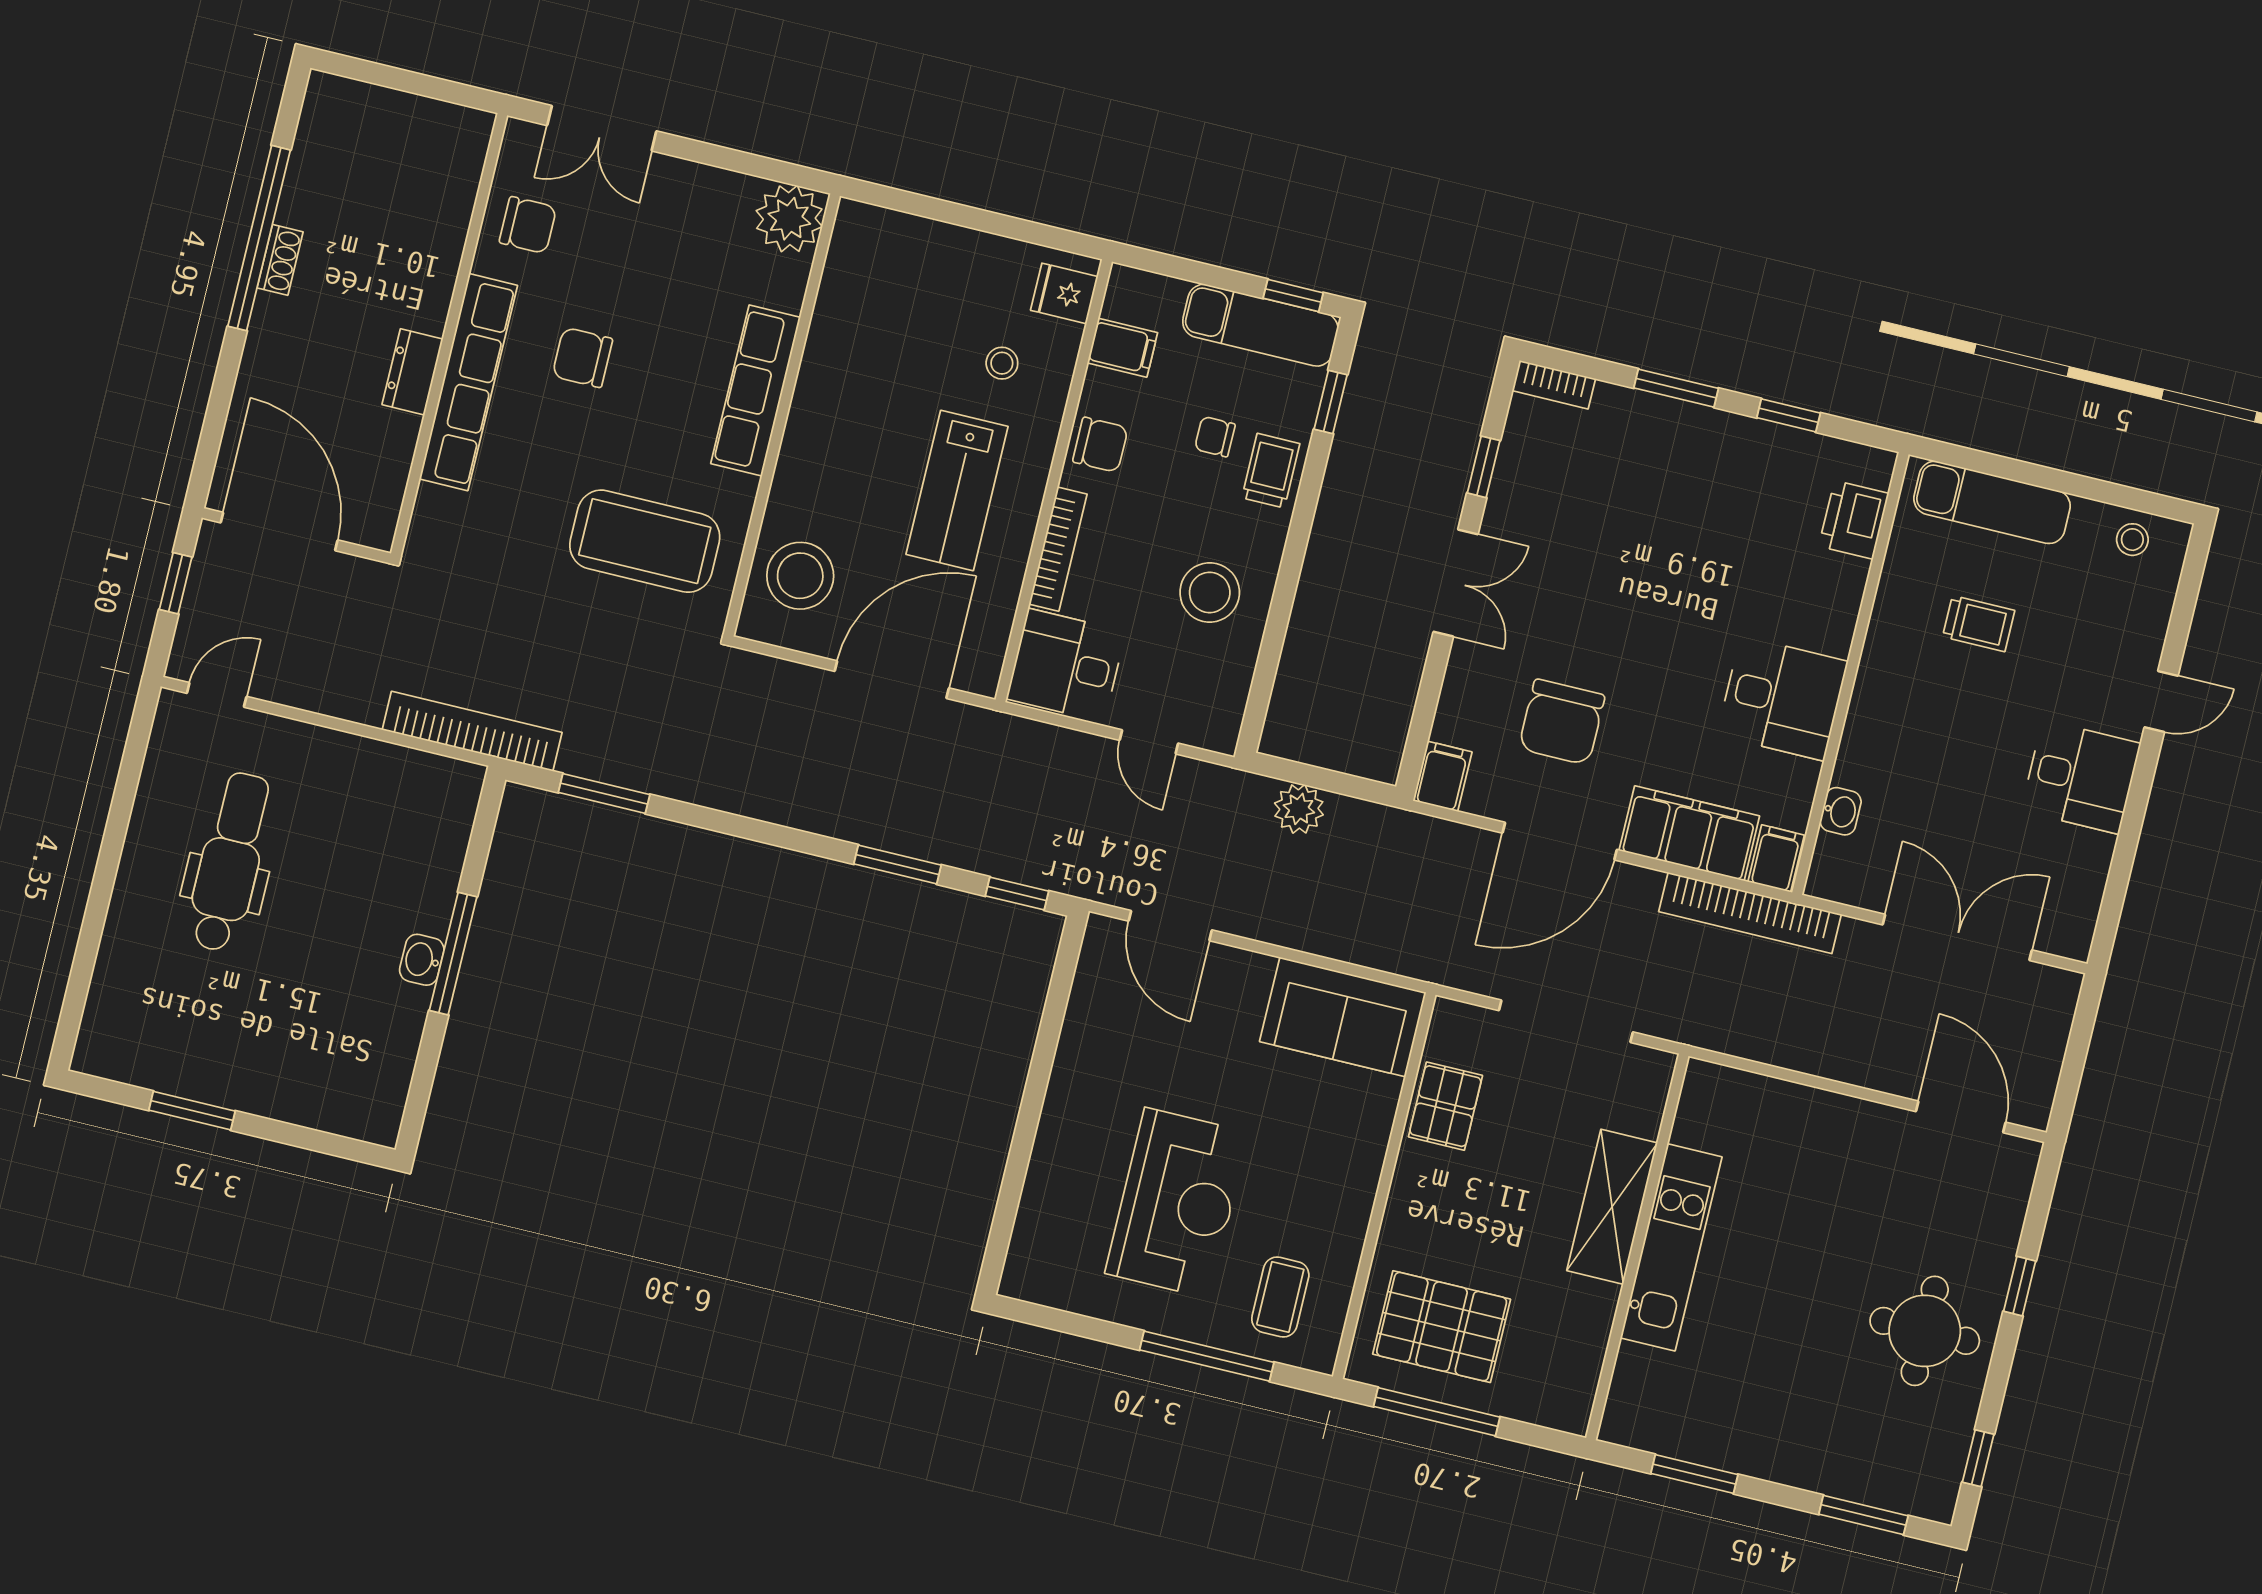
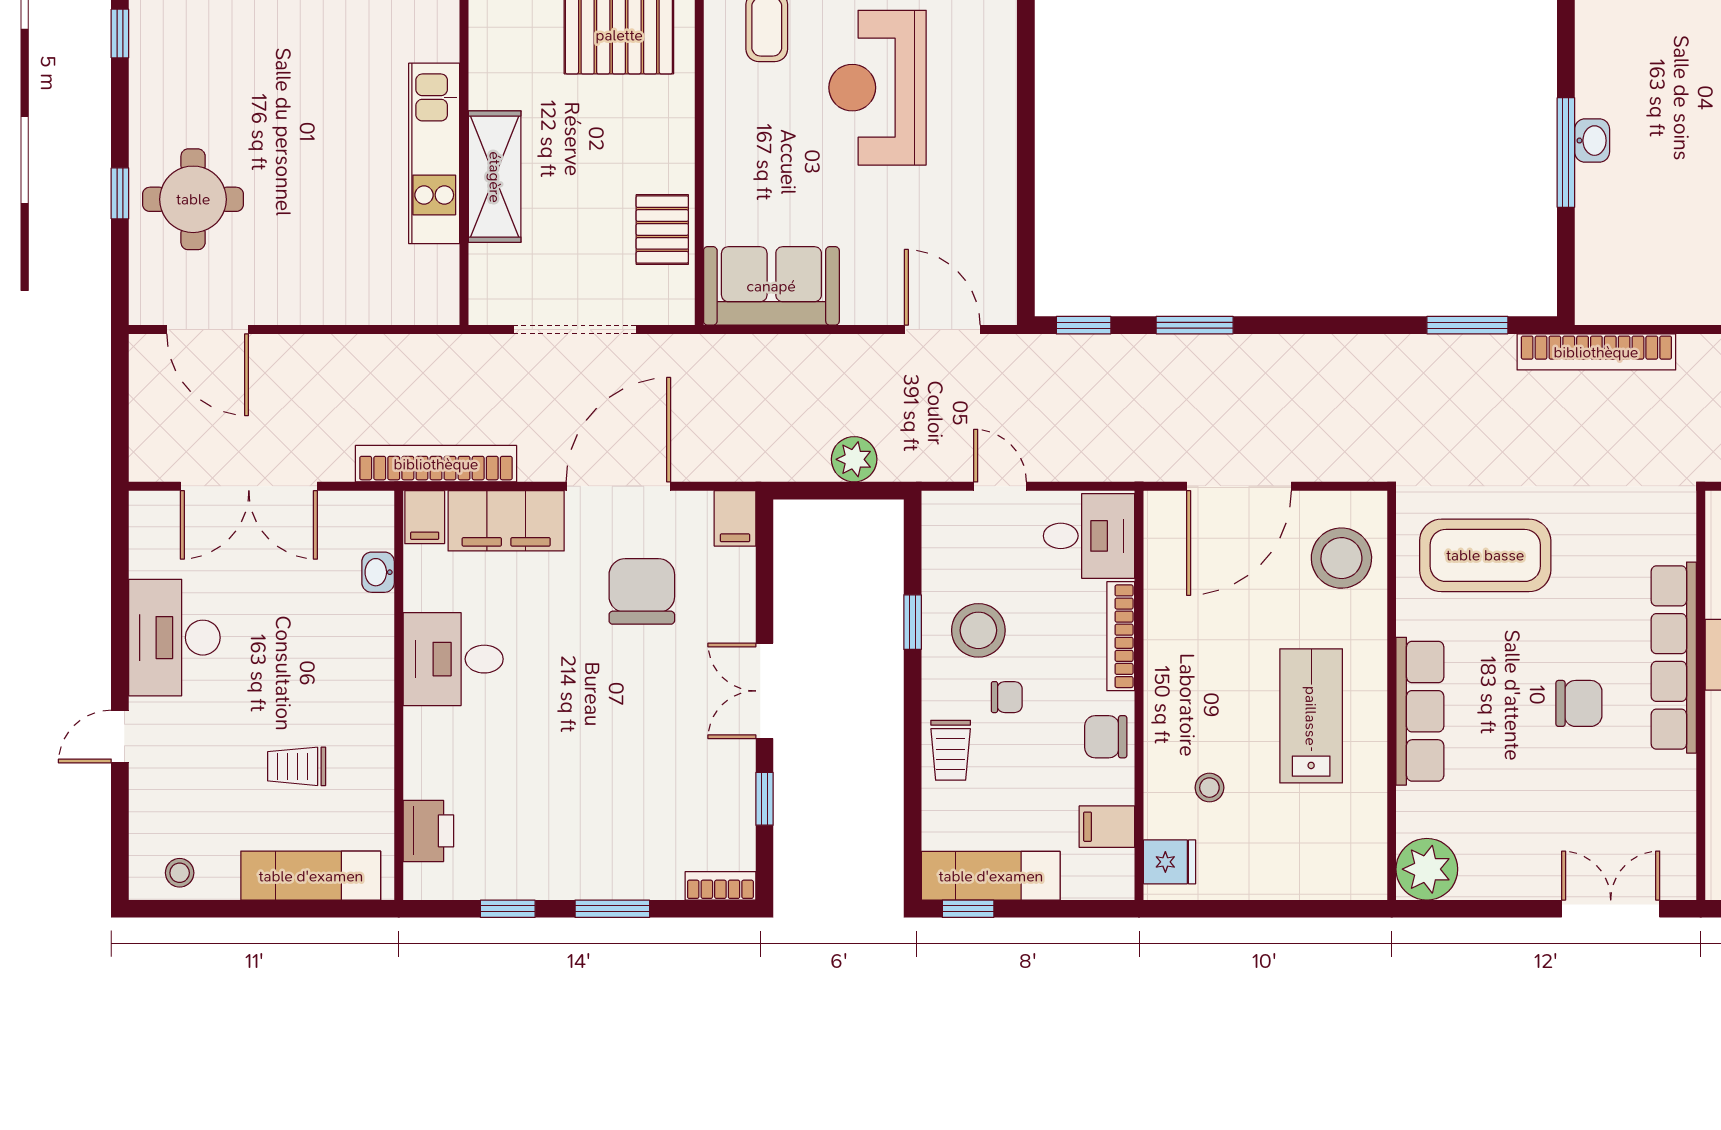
chair: (528, 225) -> (1655, 808), removed
window: (1331, 402) -> (913, 622), moved
chair: (1215, 437) -> (1007, 697), moved
lab bench: (957, 490) -> (1311, 716), moved
desk: (2081, 777) -> (174, 638), width x1.37
round table: (1925, 1331) -> (193, 199), moved

